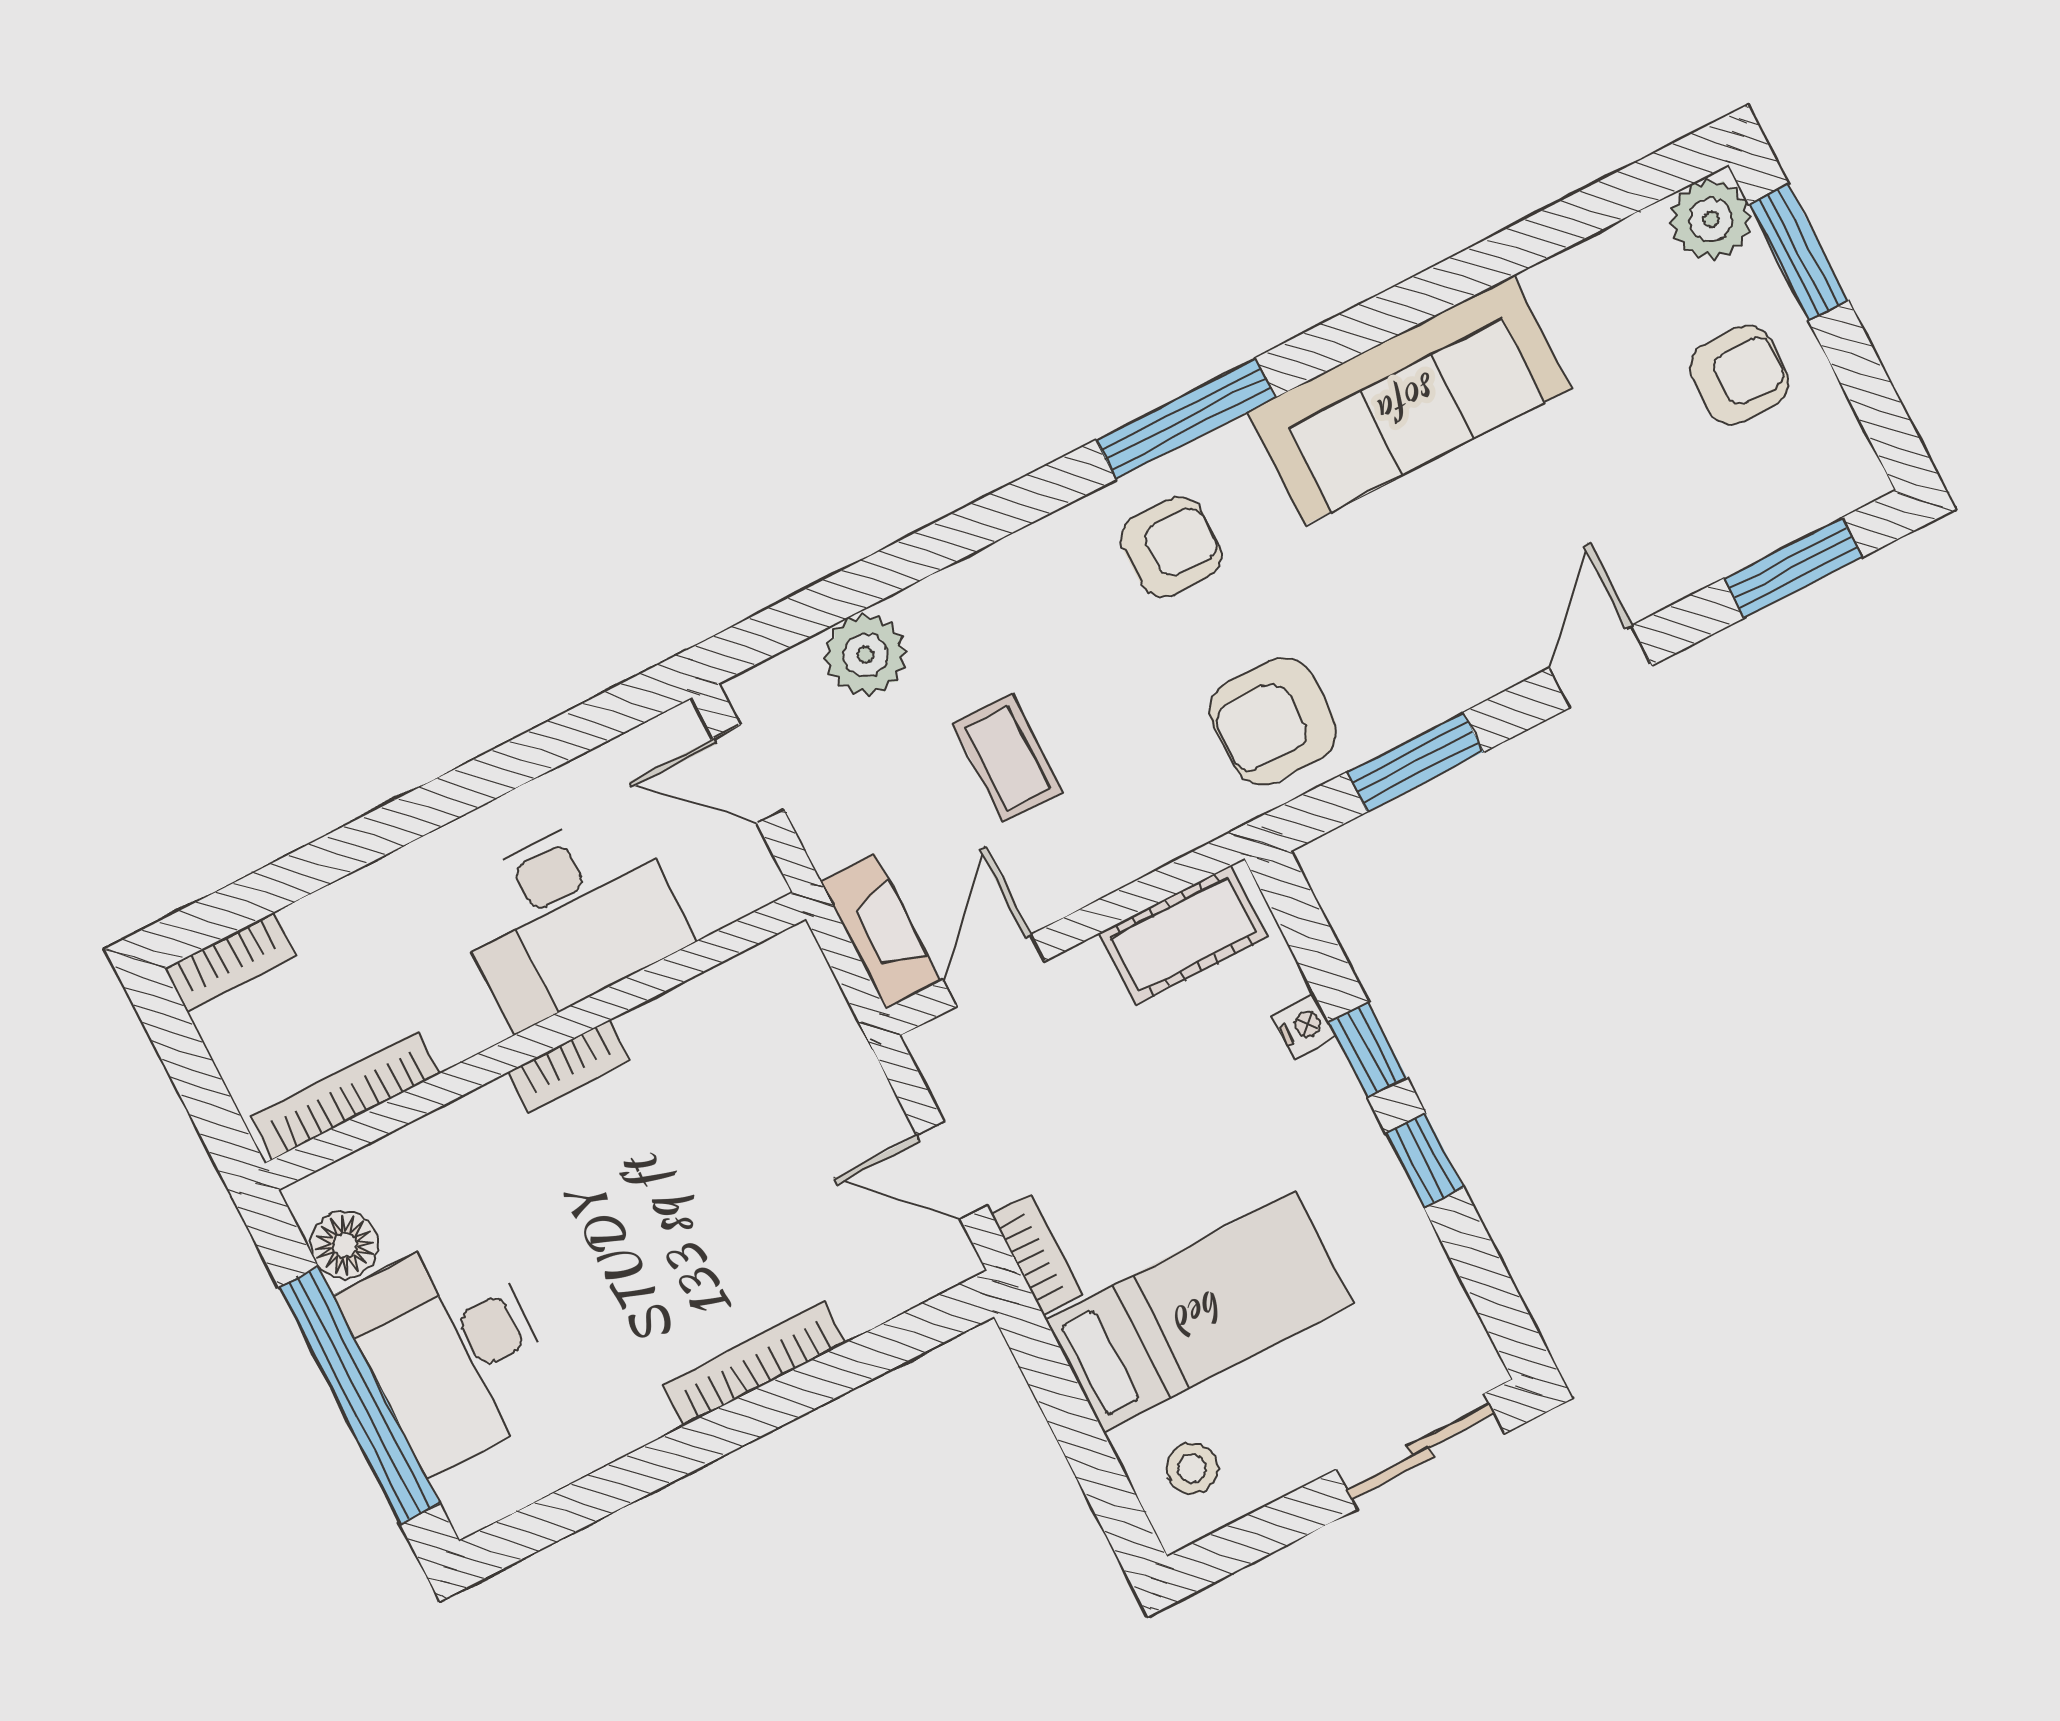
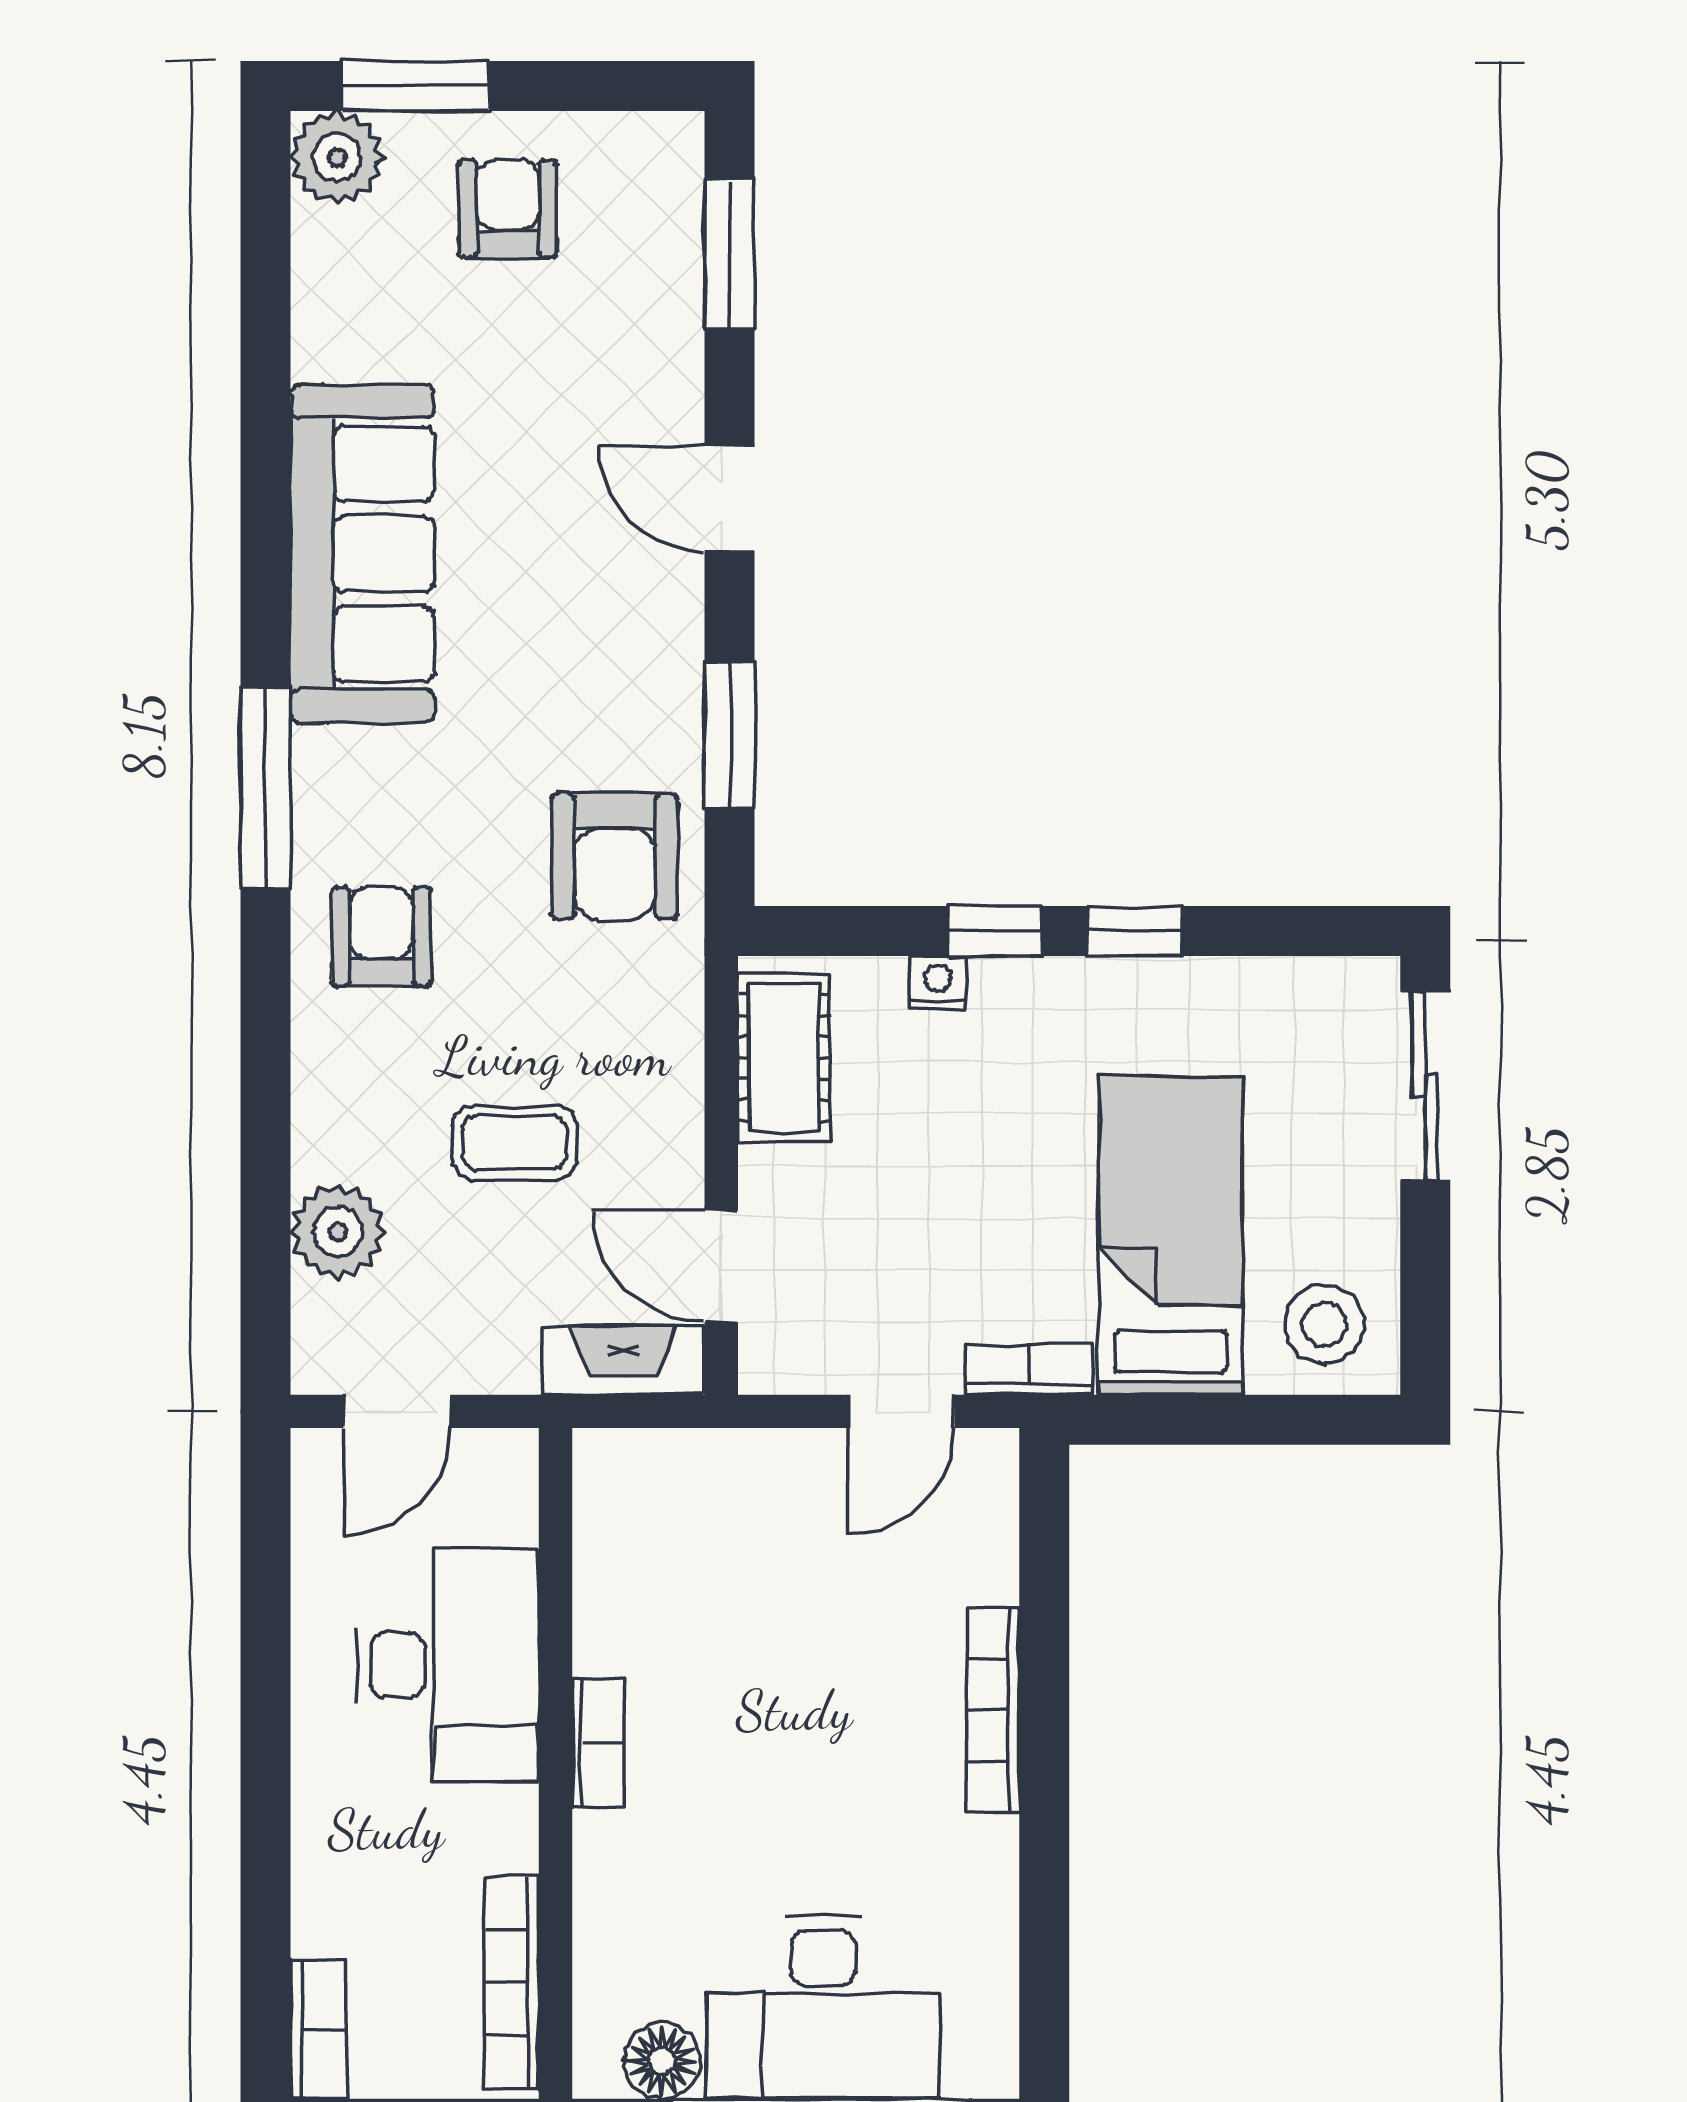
armchair: (1171, 547) -> (381, 937), moved
stool: (1192, 1468) -> (1324, 1324), width x1.37, depth x1.37

